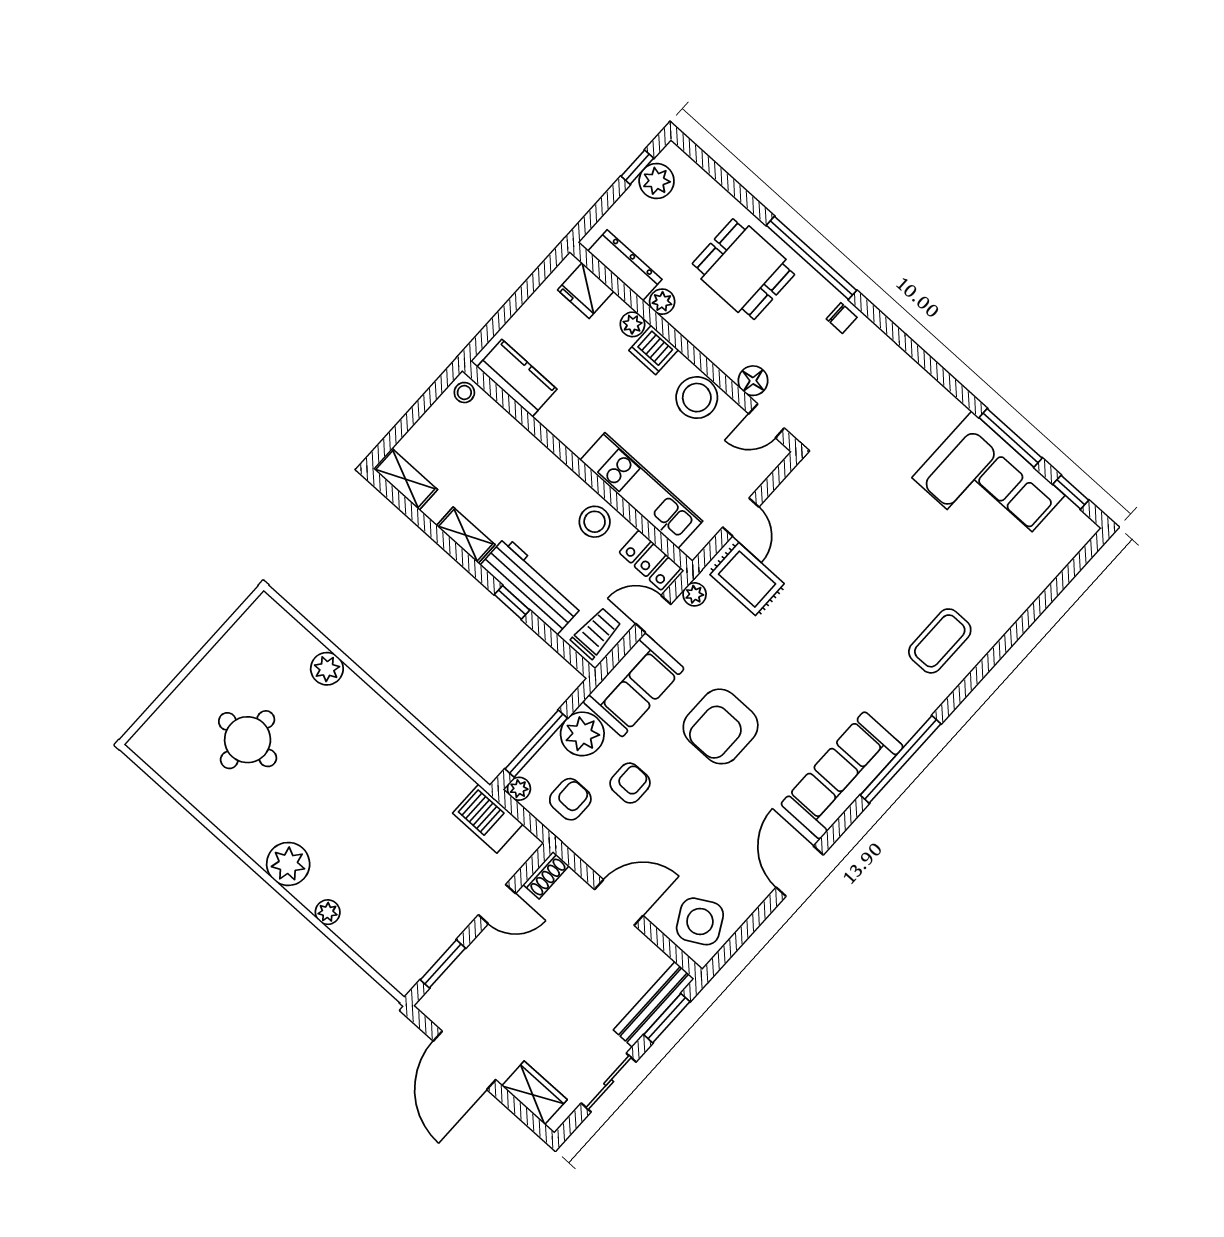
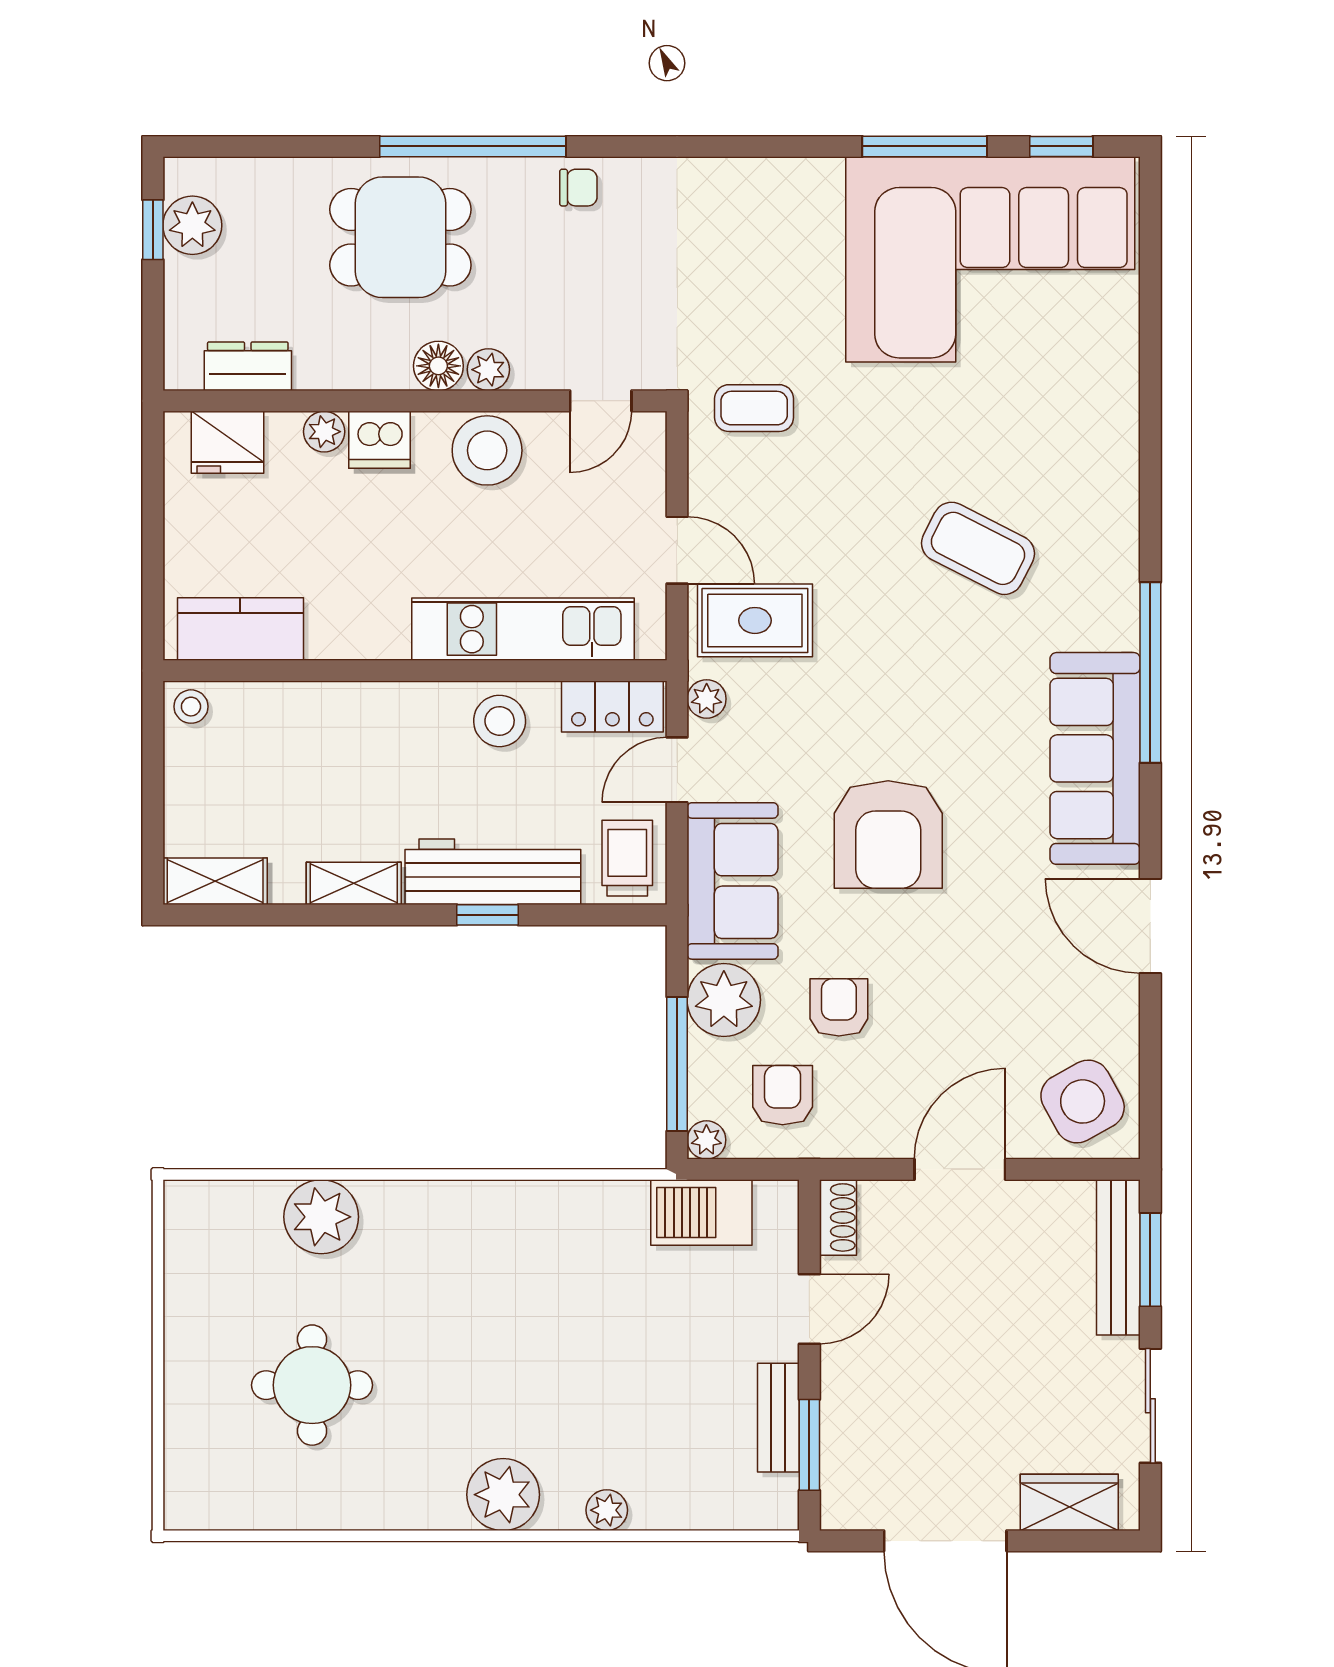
dresser: (625, 265) -> (248, 366), width x0.70
plant: (662, 302) -> (488, 370), moved
floor lamp: (753, 381) -> (438, 366), moved
coffee table: (831, 485) -> (754, 408), added
corner sofa: (988, 486) -> (990, 259), width x1.36, depth x1.36
coffee table: (940, 641) -> (978, 548), moved, turned -63
plant: (327, 669) -> (321, 1217), width x1.36, depth x1.36
bench: (440, 940) -> (778, 1418), added

